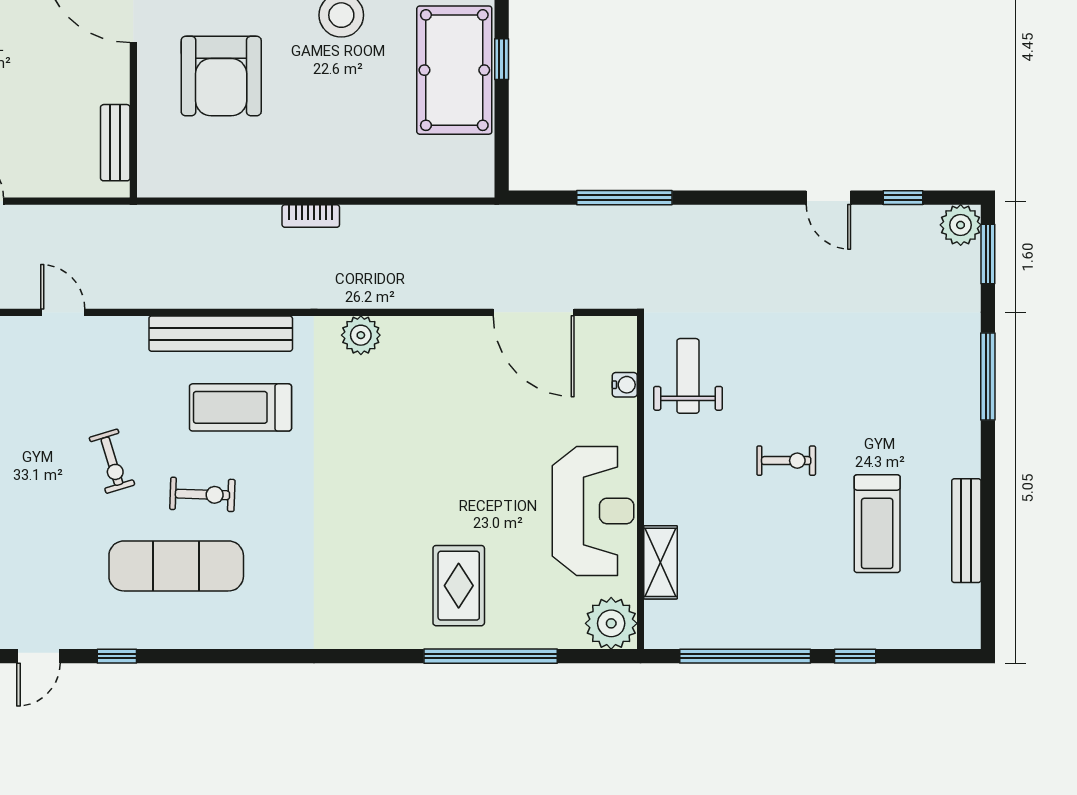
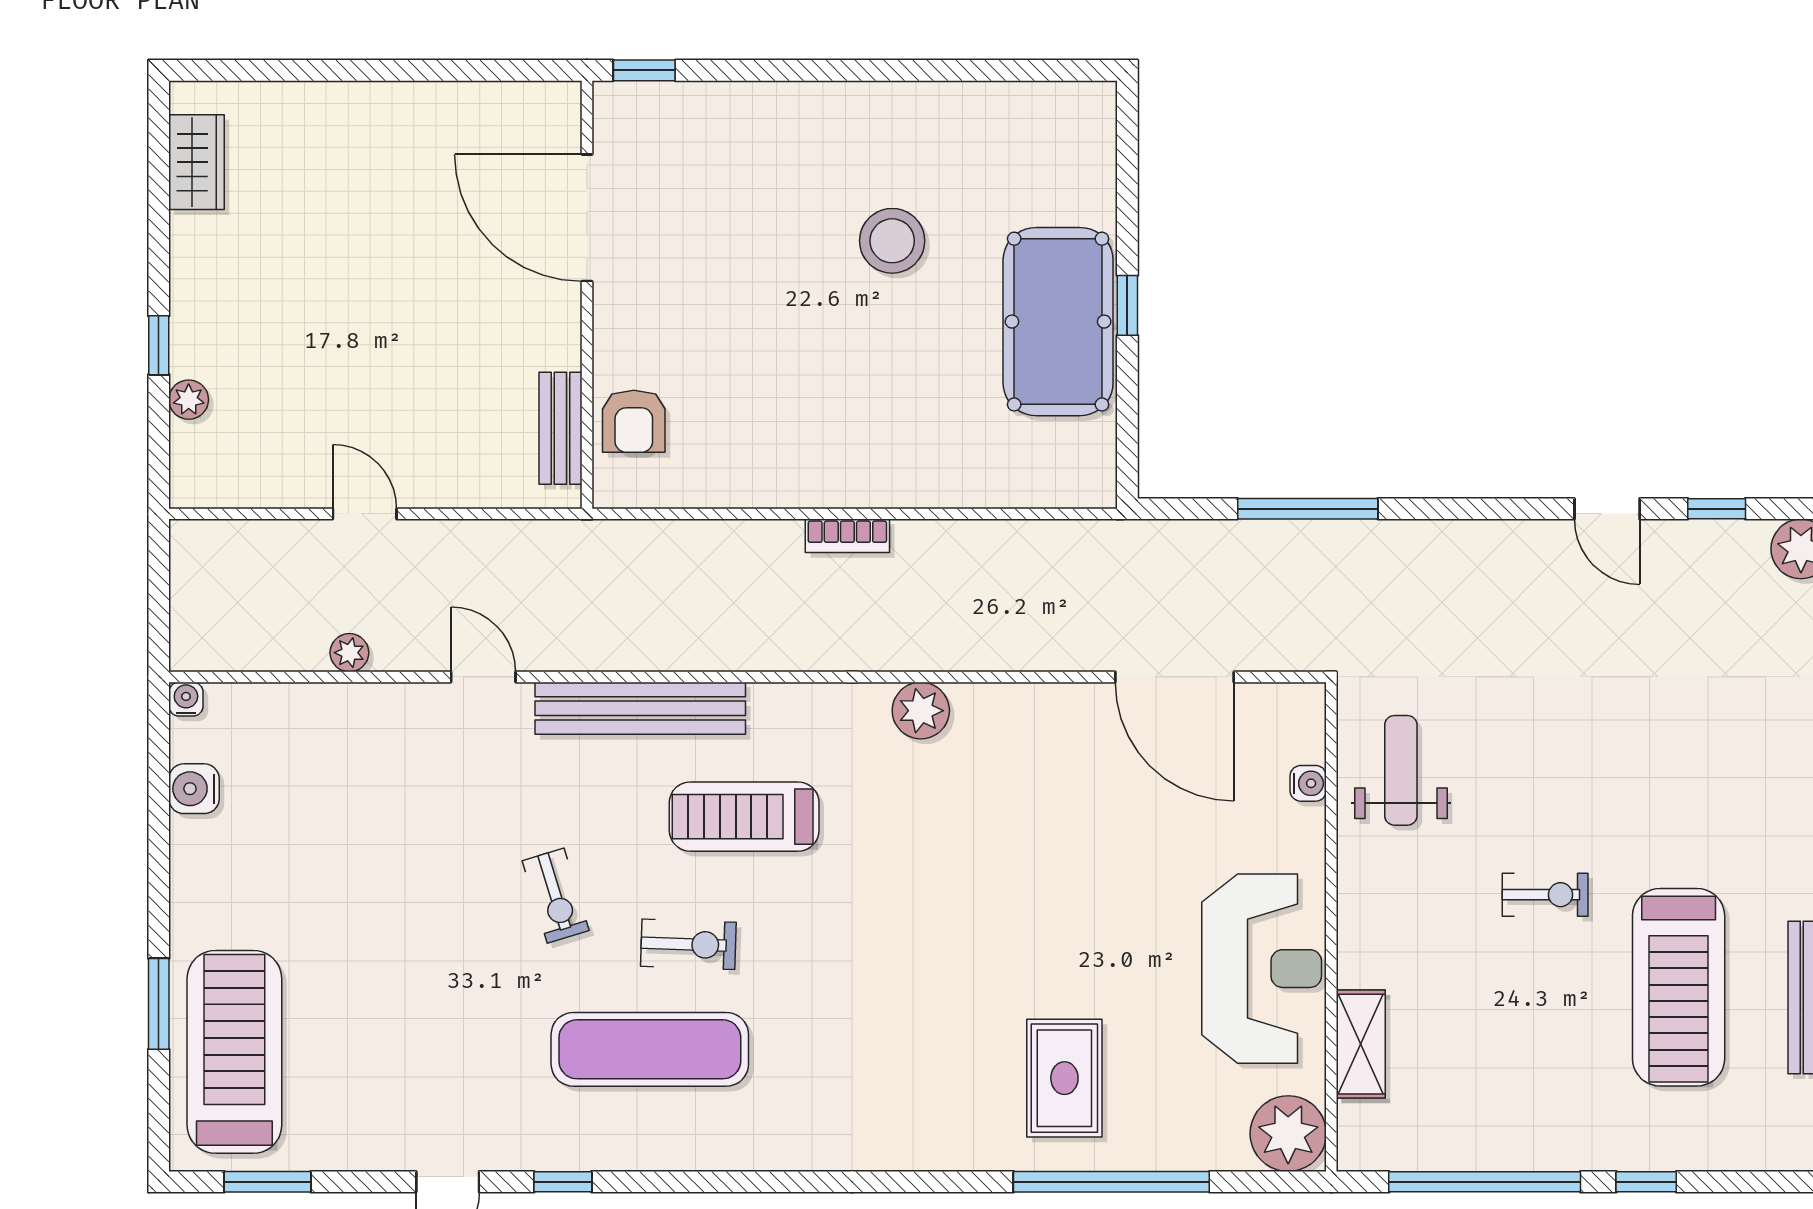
armchair: (221, 76) -> (634, 421), moved, width x0.53, depth x0.53
bench: (221, 334) -> (640, 708), moved
treadmill: (877, 524) -> (1679, 987), width x1.37, depth x1.38

